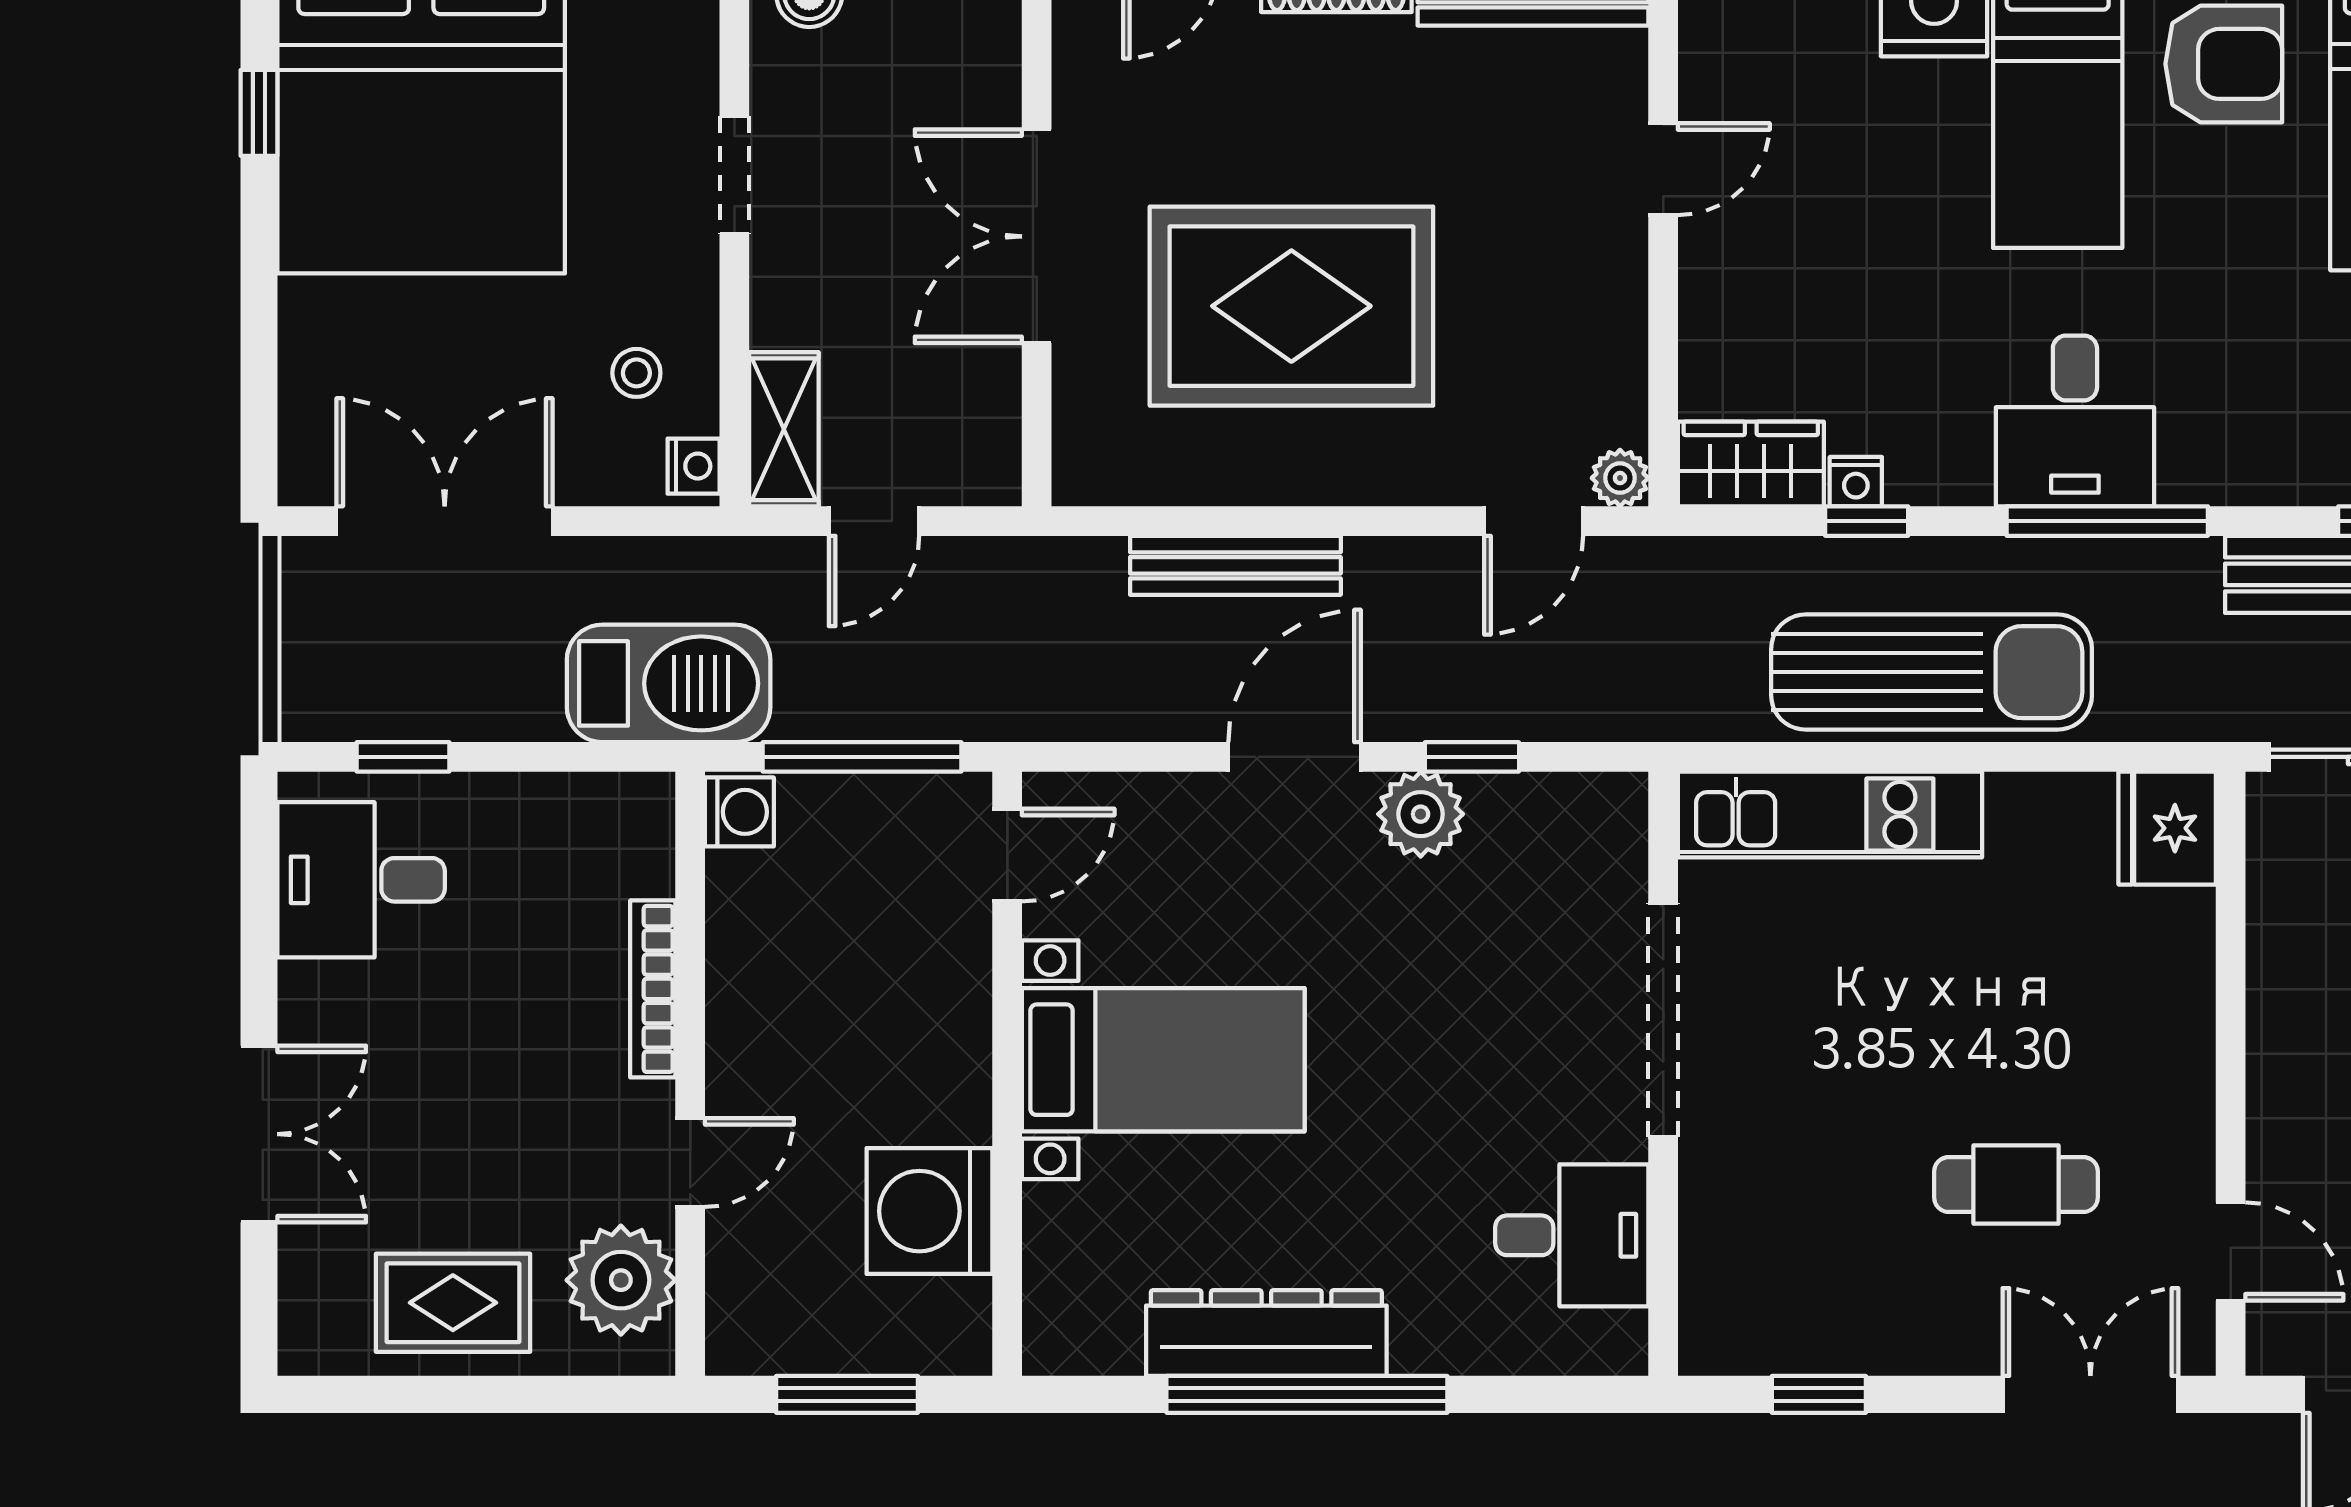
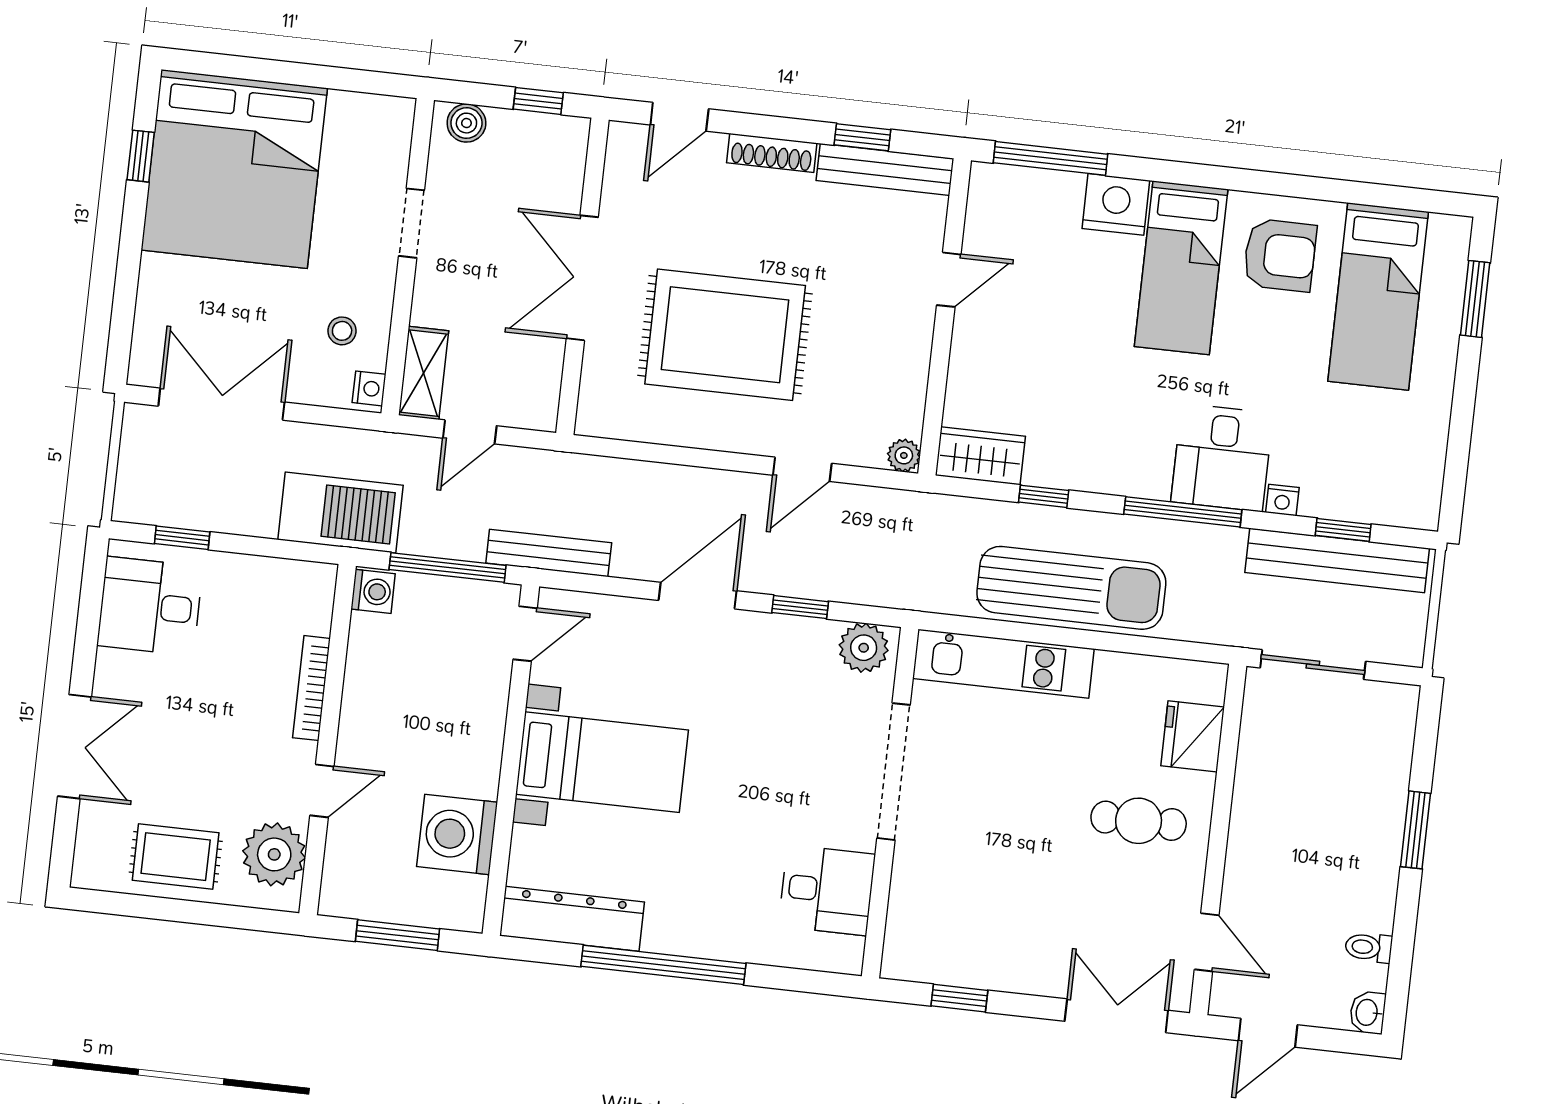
desk: (2075, 421) -> (1222, 458), moved
nightstand: (1856, 482) -> (1282, 500), moved
door: (1534, 521) -> (802, 469), moved
bench: (1235, 565) -> (549, 553), moved
plant: (1421, 814) -> (864, 648), moved
fridge: (2167, 828) -> (1193, 736), moved
cafe table: (2016, 1185) -> (1139, 821), moved
dresser: (1266, 1333) -> (572, 919), moved

